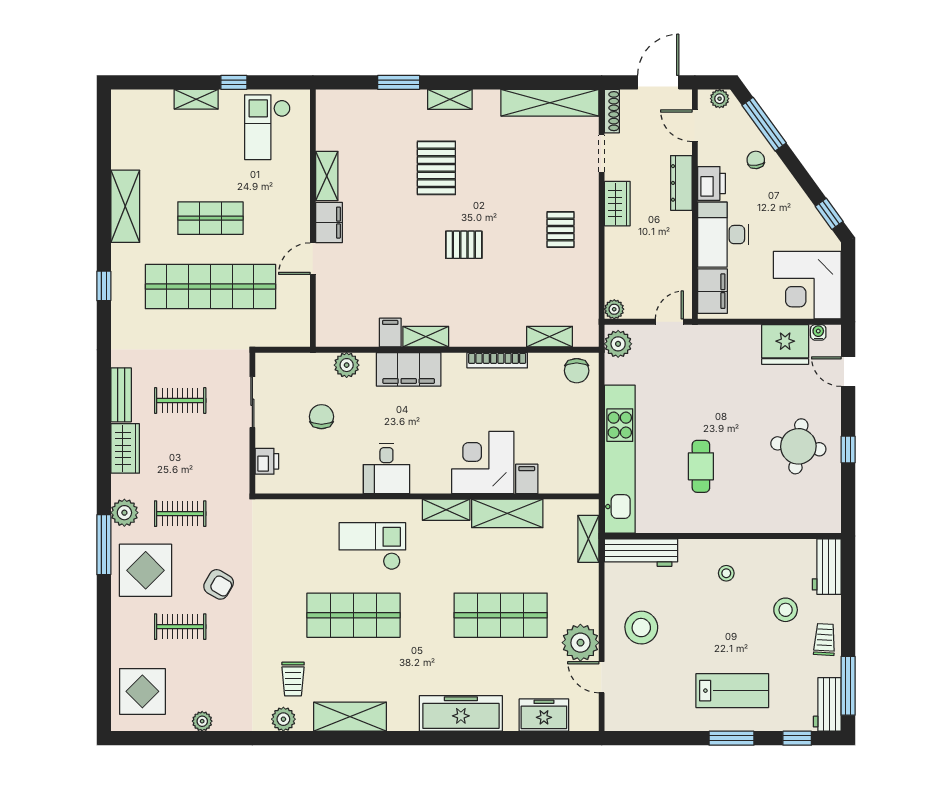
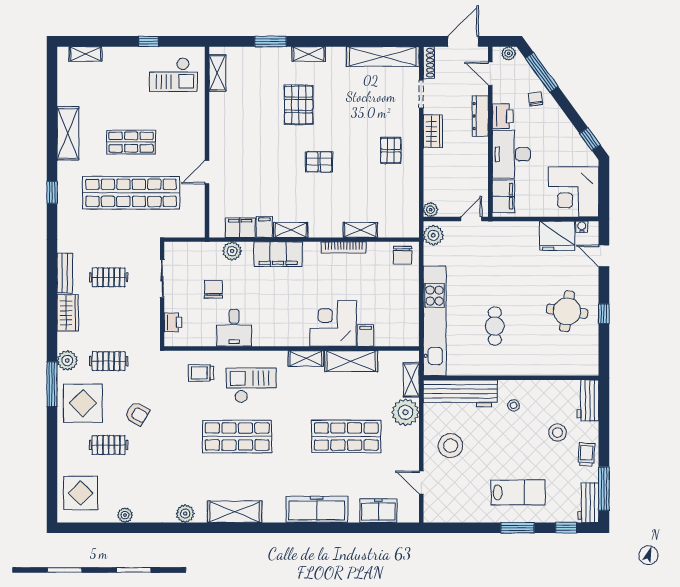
shelving: (196, 99) -> (86, 54), moved
checkout: (267, 127) -> (173, 75), turned -90
shelving: (327, 176) -> (217, 73), moved
filing cabinet: (329, 223) -> (240, 228), moved, turned -90
shelving: (550, 337) -> (360, 230), moved
desk: (386, 469) -> (234, 328), moved
workbench: (641, 553) -> (460, 393), width x1.36, depth x1.32
plant: (580, 643) -> (405, 412), moved
trolley: (293, 679) -> (201, 373), moved, turned 90

